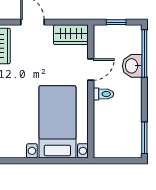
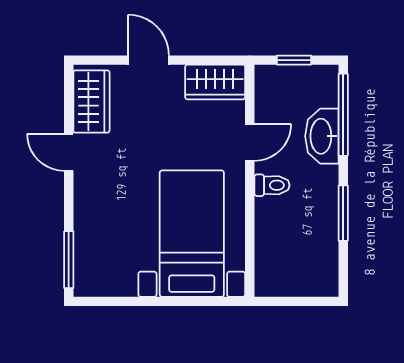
washbasin: (132, 66) -> (322, 136), width x1.38
window: (144, 138) -> (343, 213), moved

